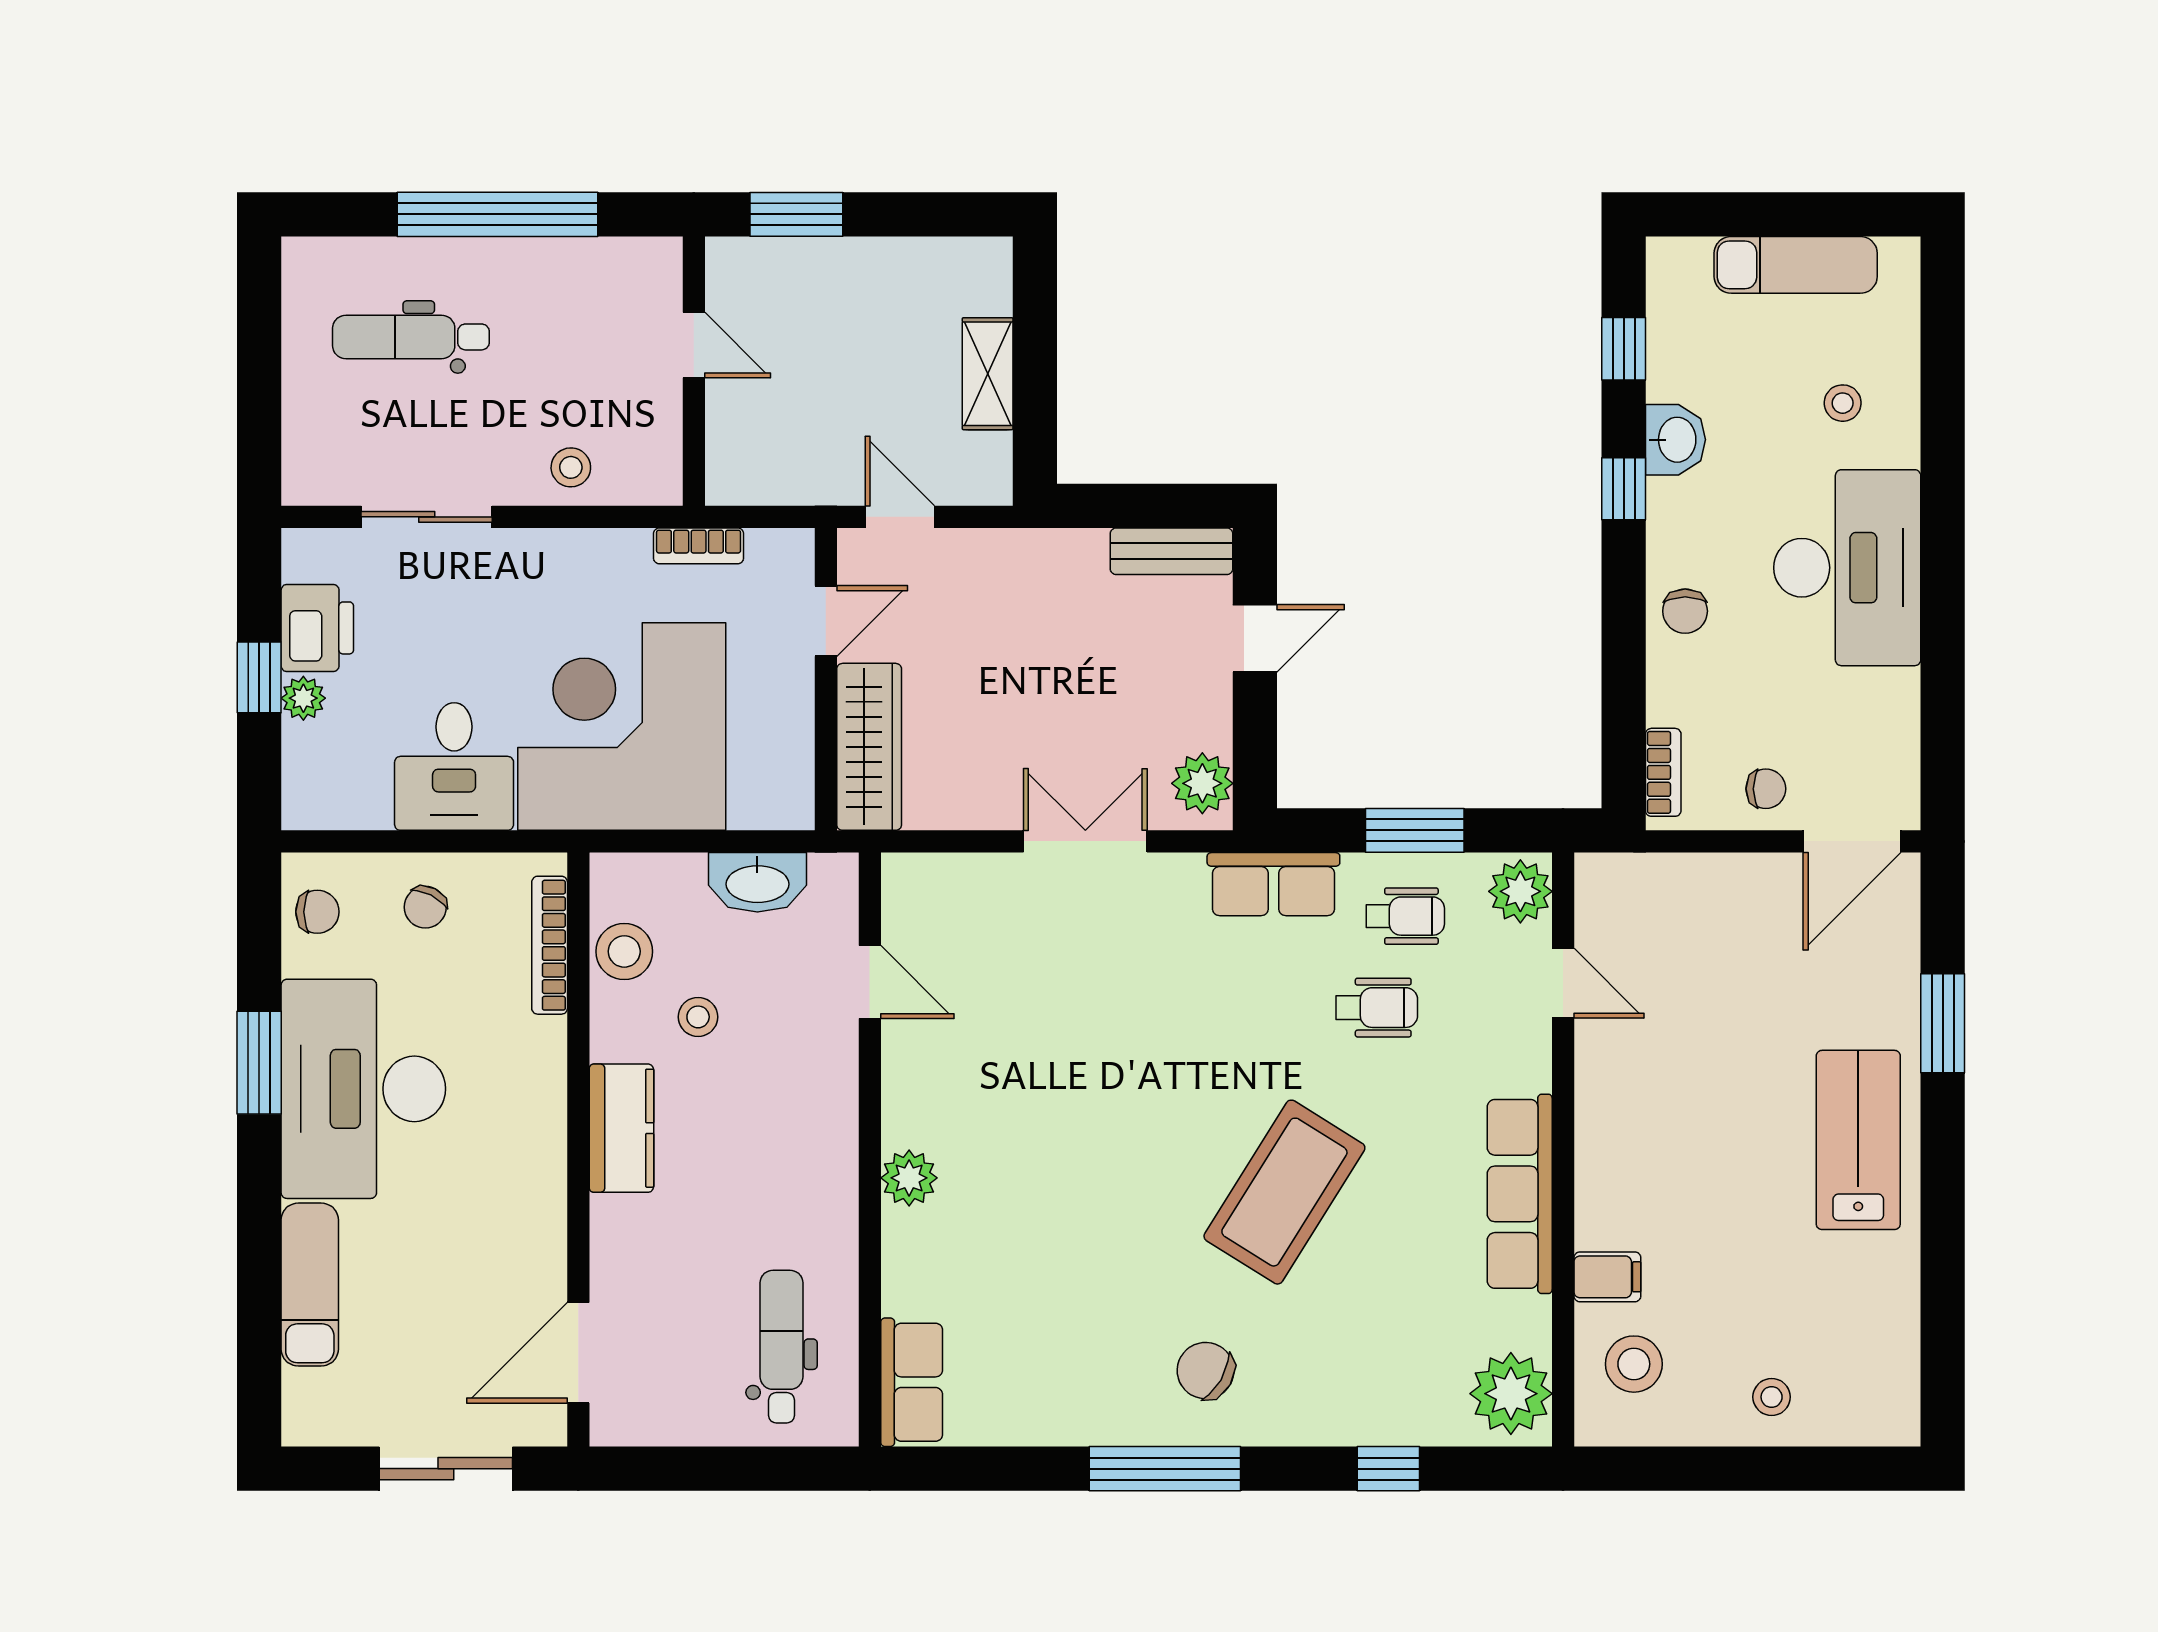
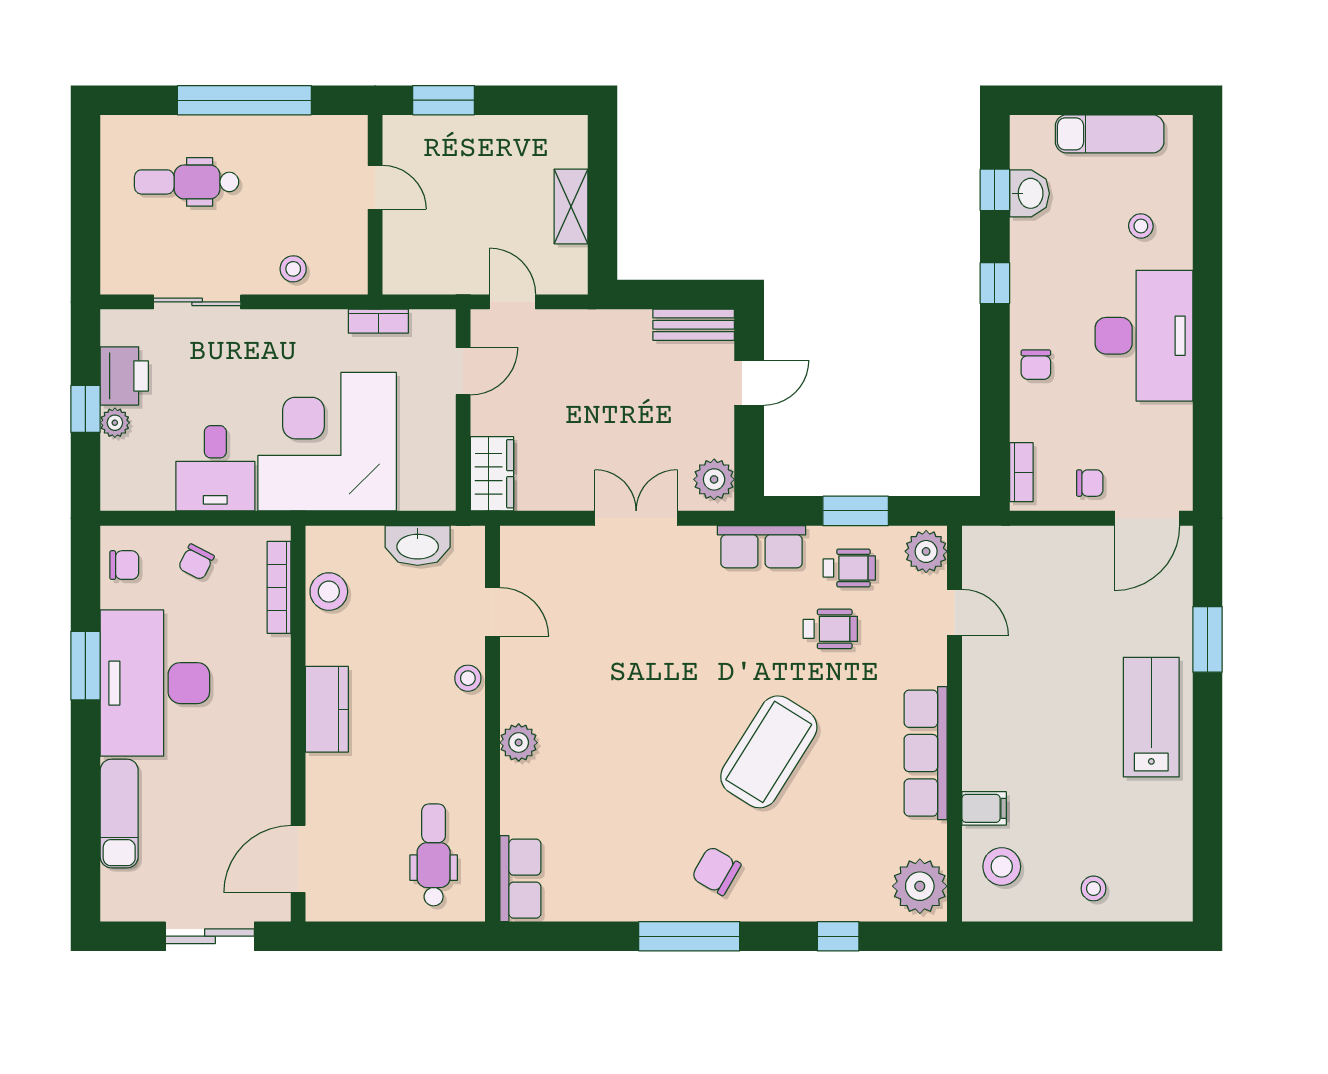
washbasin: (1675, 440) -> (1029, 193), moved
wardrobe: (869, 747) -> (492, 474), width x0.67
stool: (698, 1017) -> (468, 678), moved

